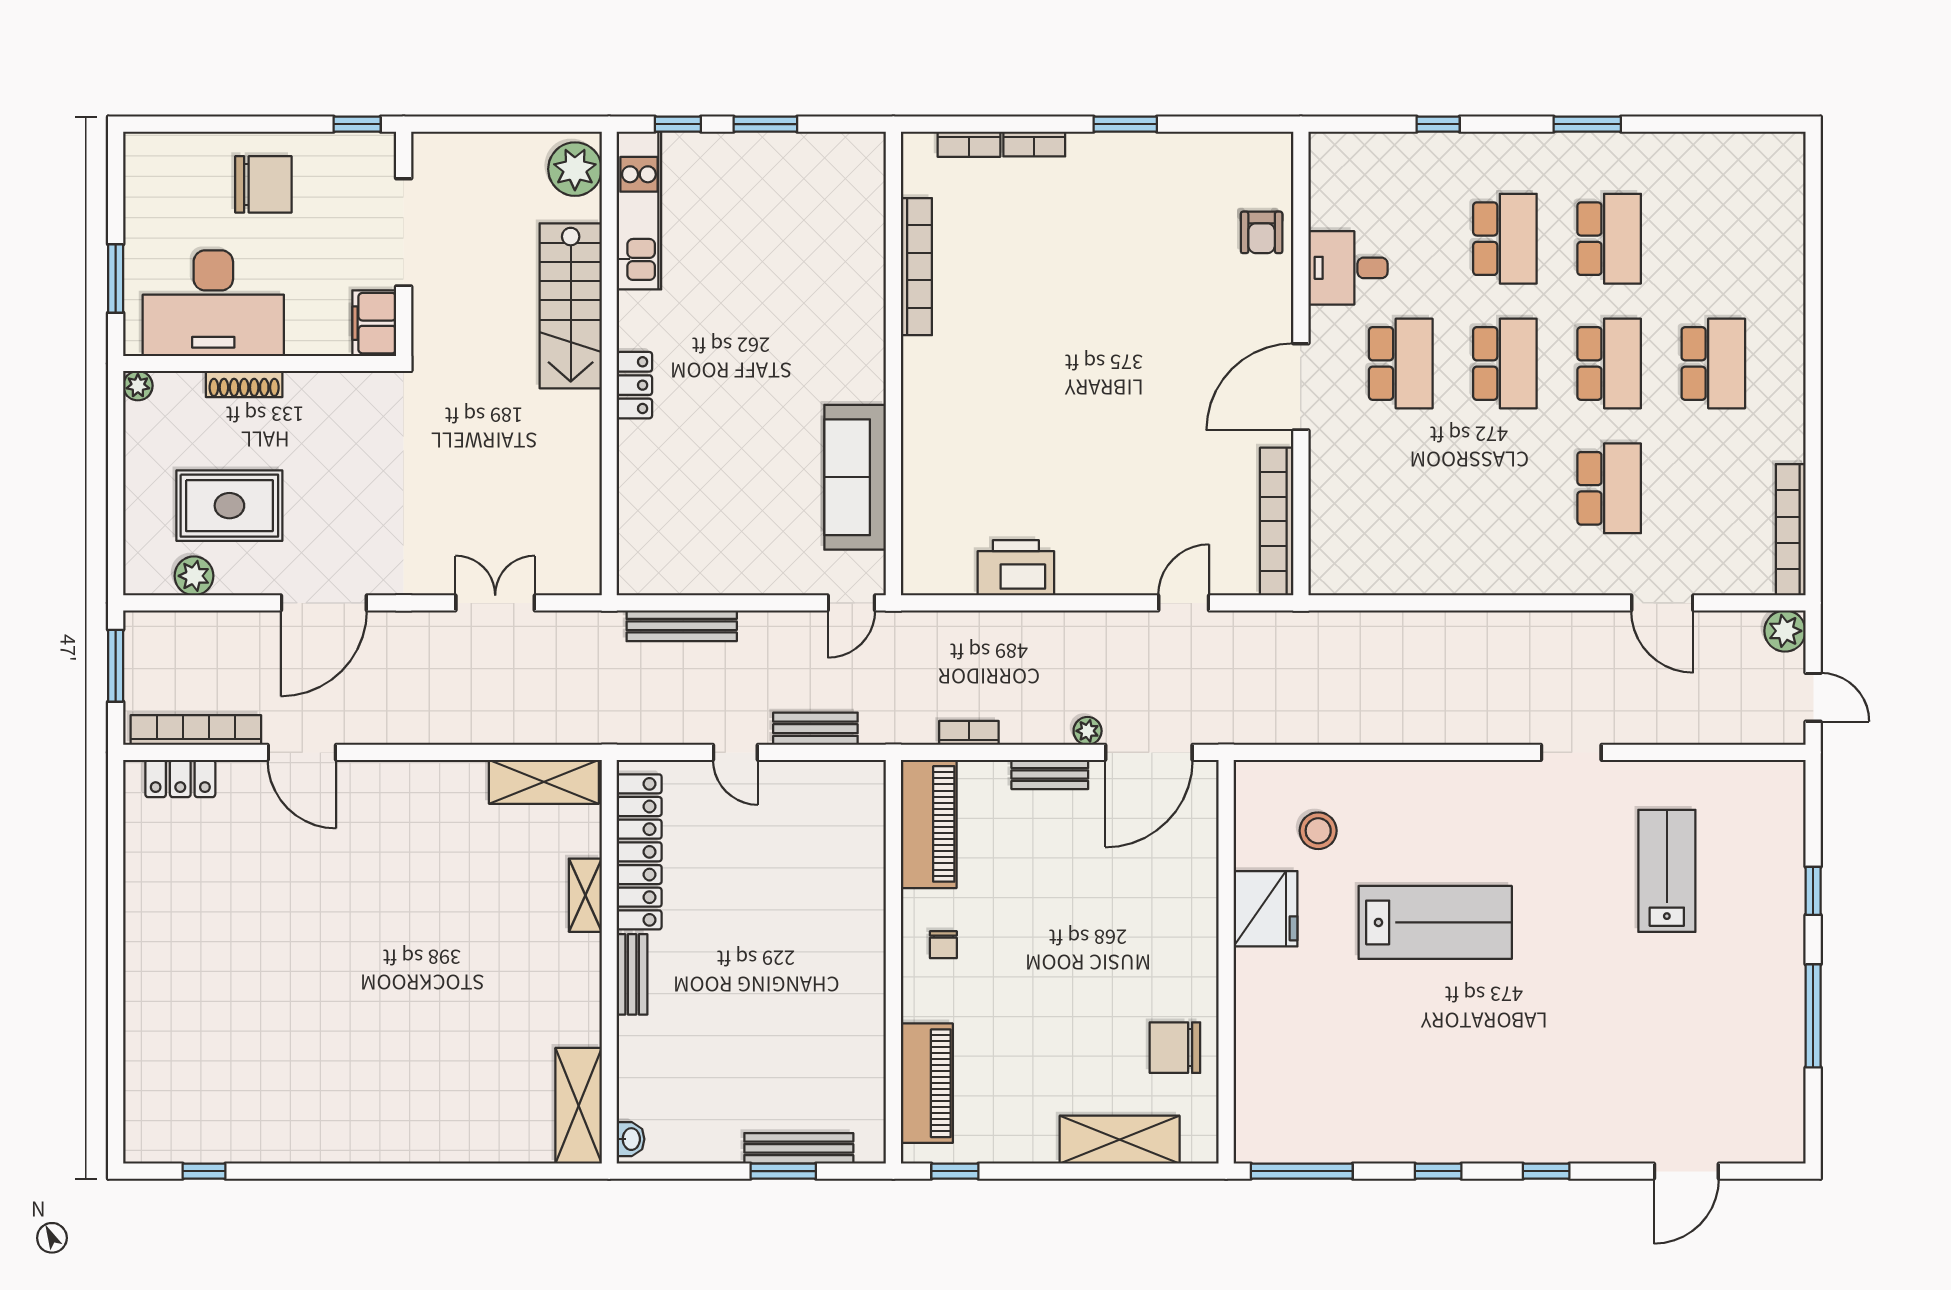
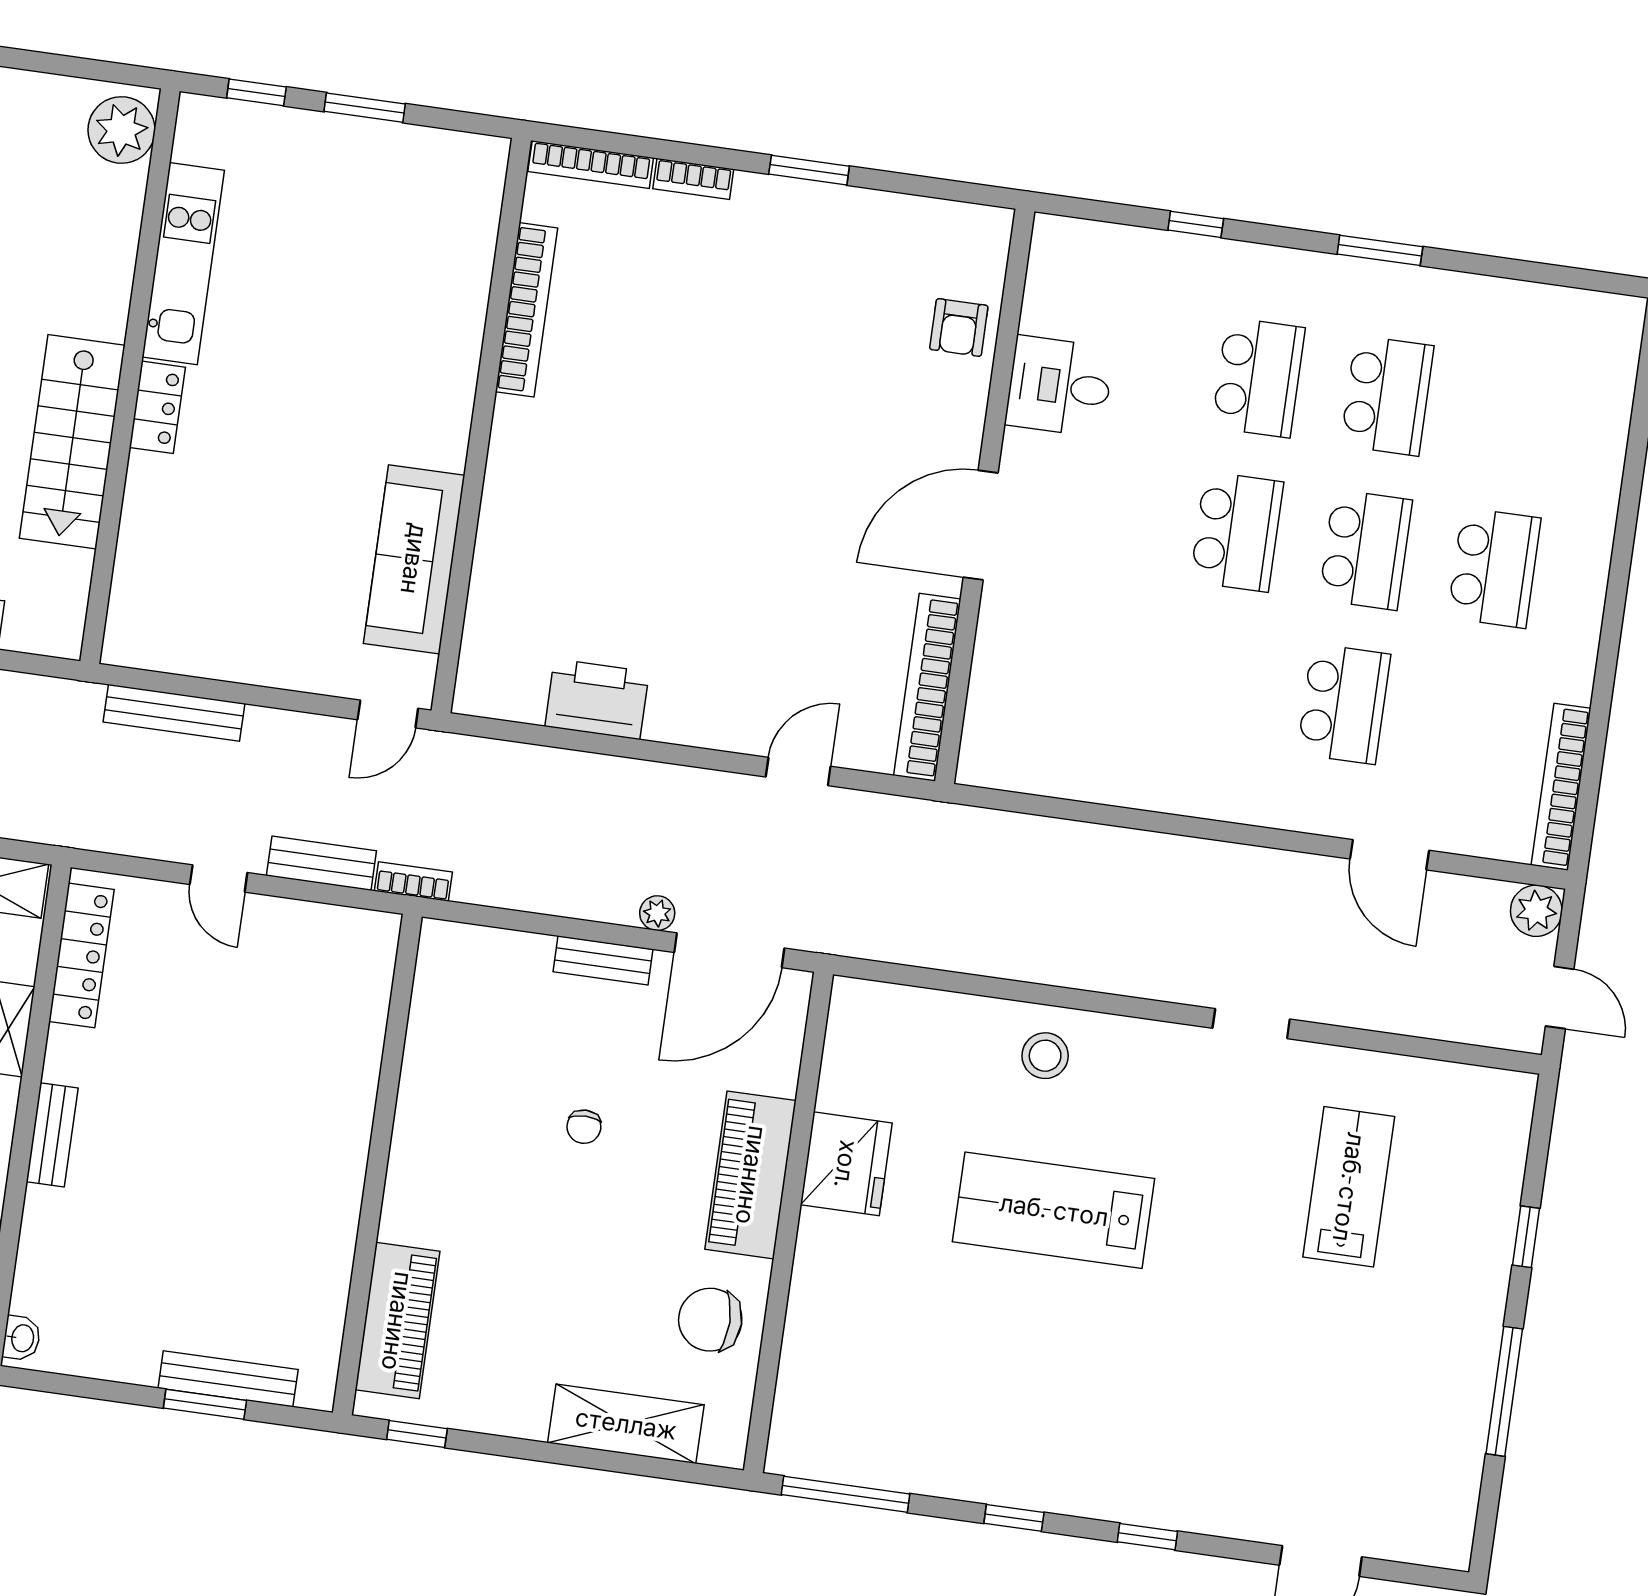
bookcase: (969, 144) -> (591, 165), width x1.56
kitchen unit: (639, 211) -> (183, 264), moved
stairs: (571, 306) -> (72, 442), moved
school desk: (1401, 364) -> (1108, 514), removed
bookcase: (969, 733) -> (413, 881), moved
piano: (929, 824) -> (751, 1175), moved, turned 180
stool: (1318, 831) -> (1045, 1056), moved
locker: (639, 852) -> (81, 955), width x0.71, depth x0.83
lab bench: (1435, 922) -> (1054, 1210), turned 180
chair: (943, 945) -> (584, 1127), moved

